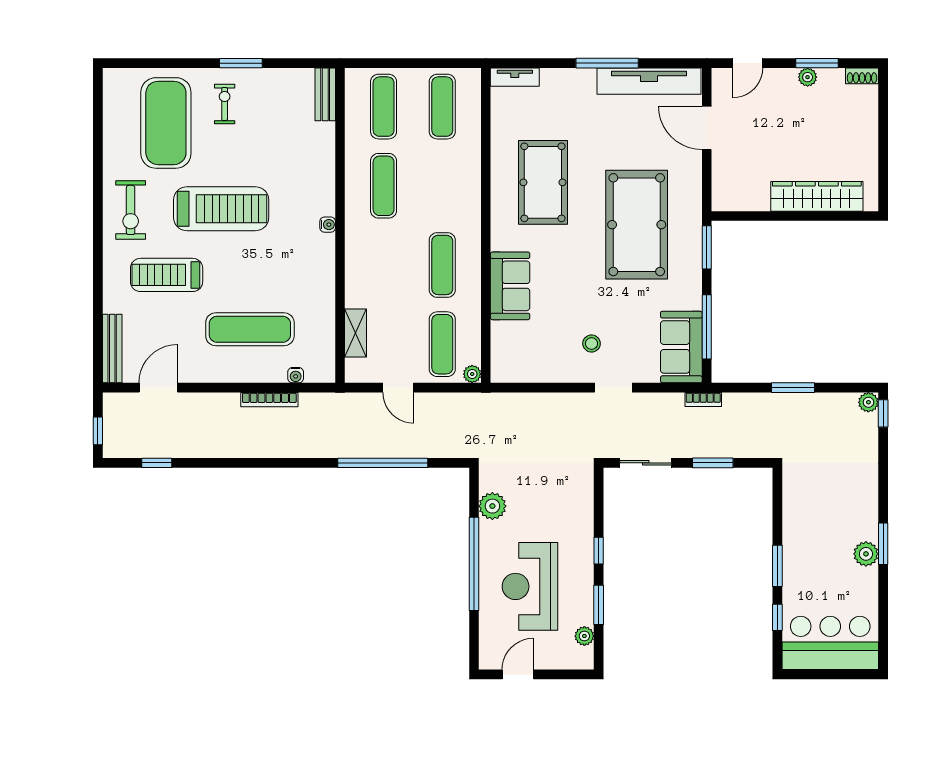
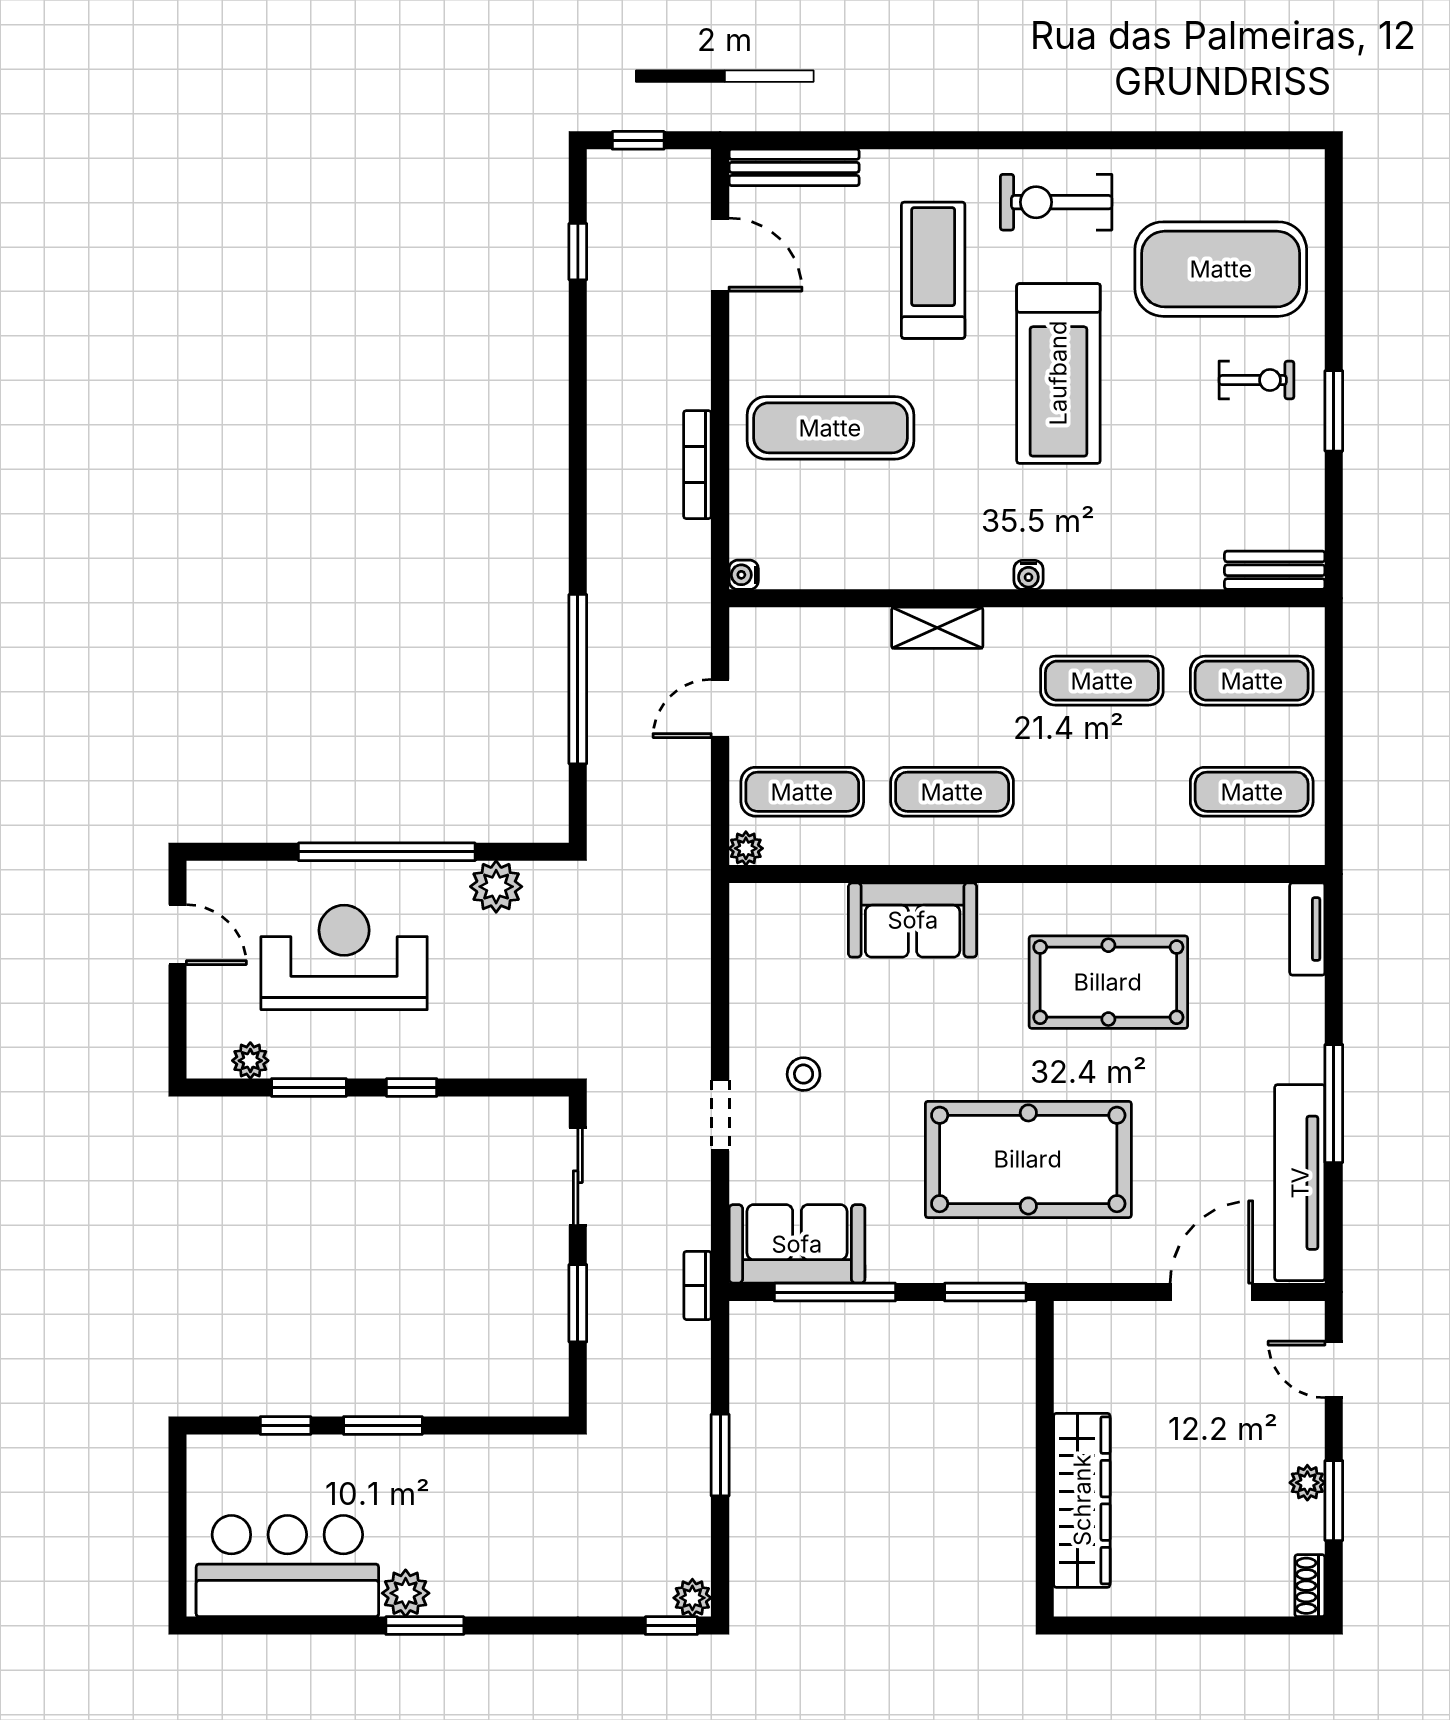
exercise mat: (250, 329) -> (830, 428), turned 90
shelving: (356, 333) -> (937, 628), moved
water cooler: (296, 375) -> (744, 575), moved
bar counter: (830, 643) -> (287, 1566), moved, turned -90

